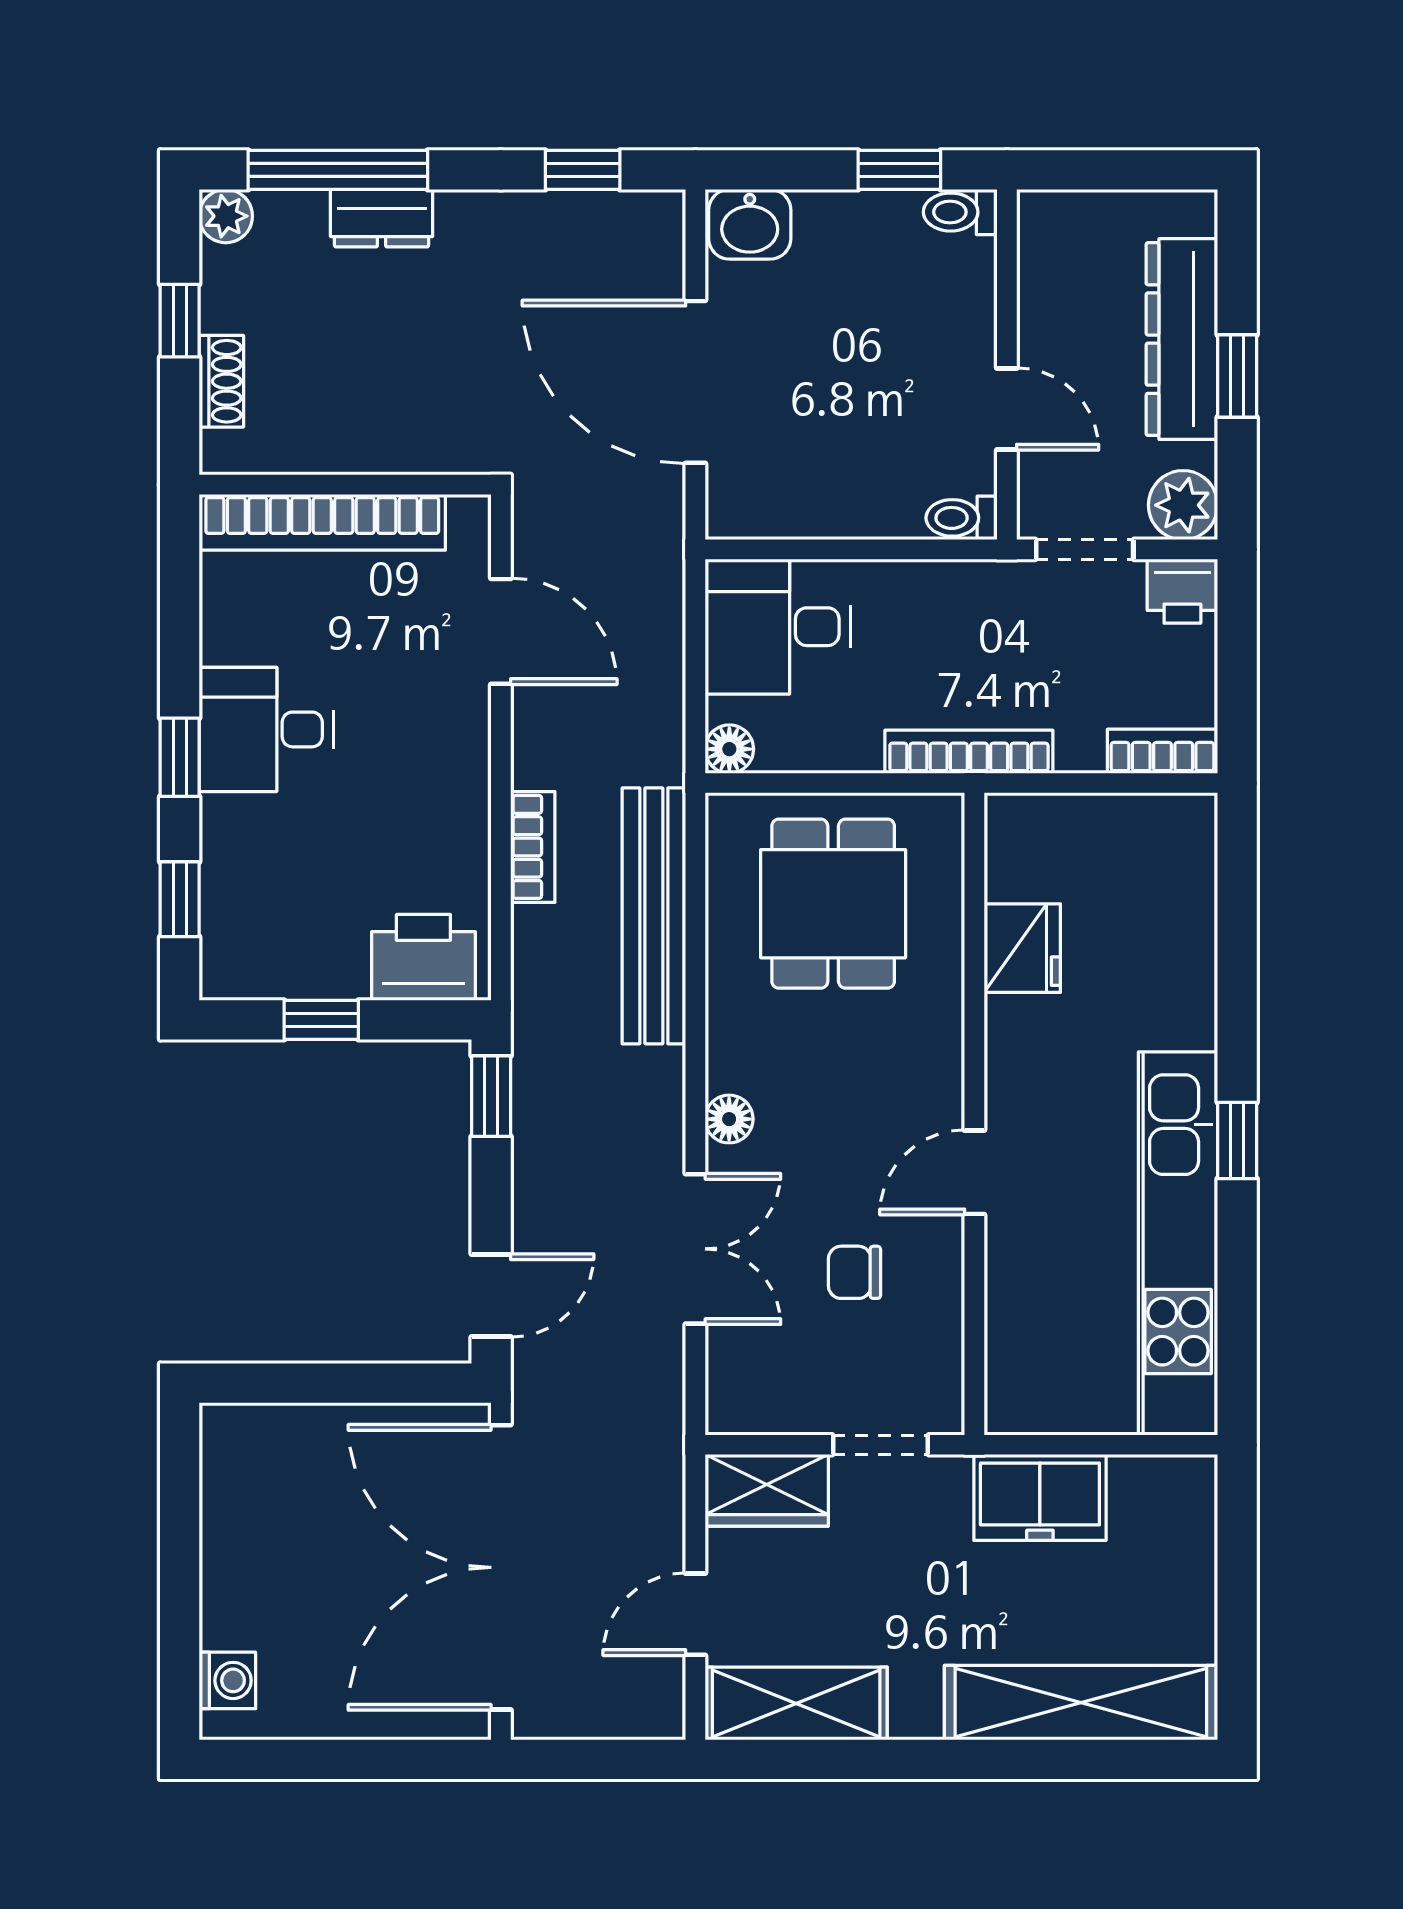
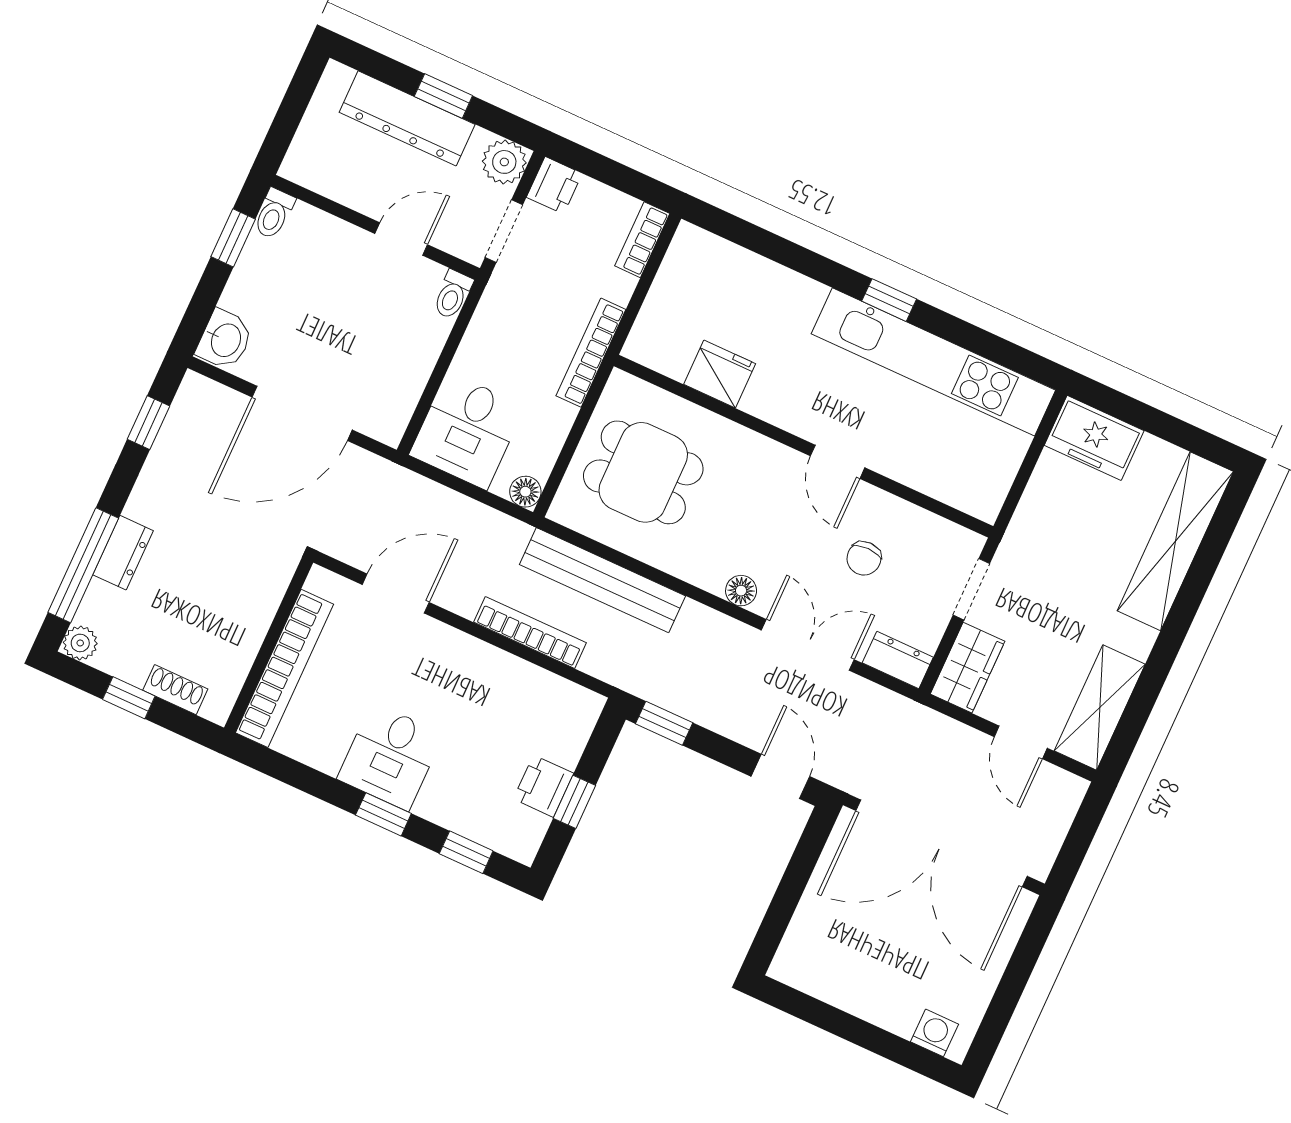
bookcase: (533, 847) -> (530, 632), width x1.56
printer: (423, 957) -> (543, 786), moved, width x0.73, depth x0.81
dresser: (732, 1386) -> (898, 660), added
freezer: (1040, 1497) -> (1094, 438), moved, turned 90

